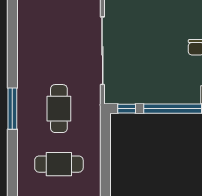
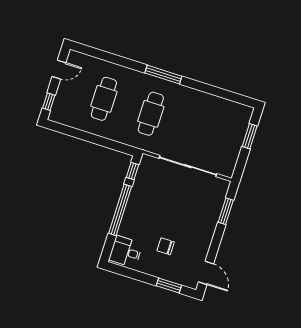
cafe table: (59, 109) -> (151, 114), turned 90

